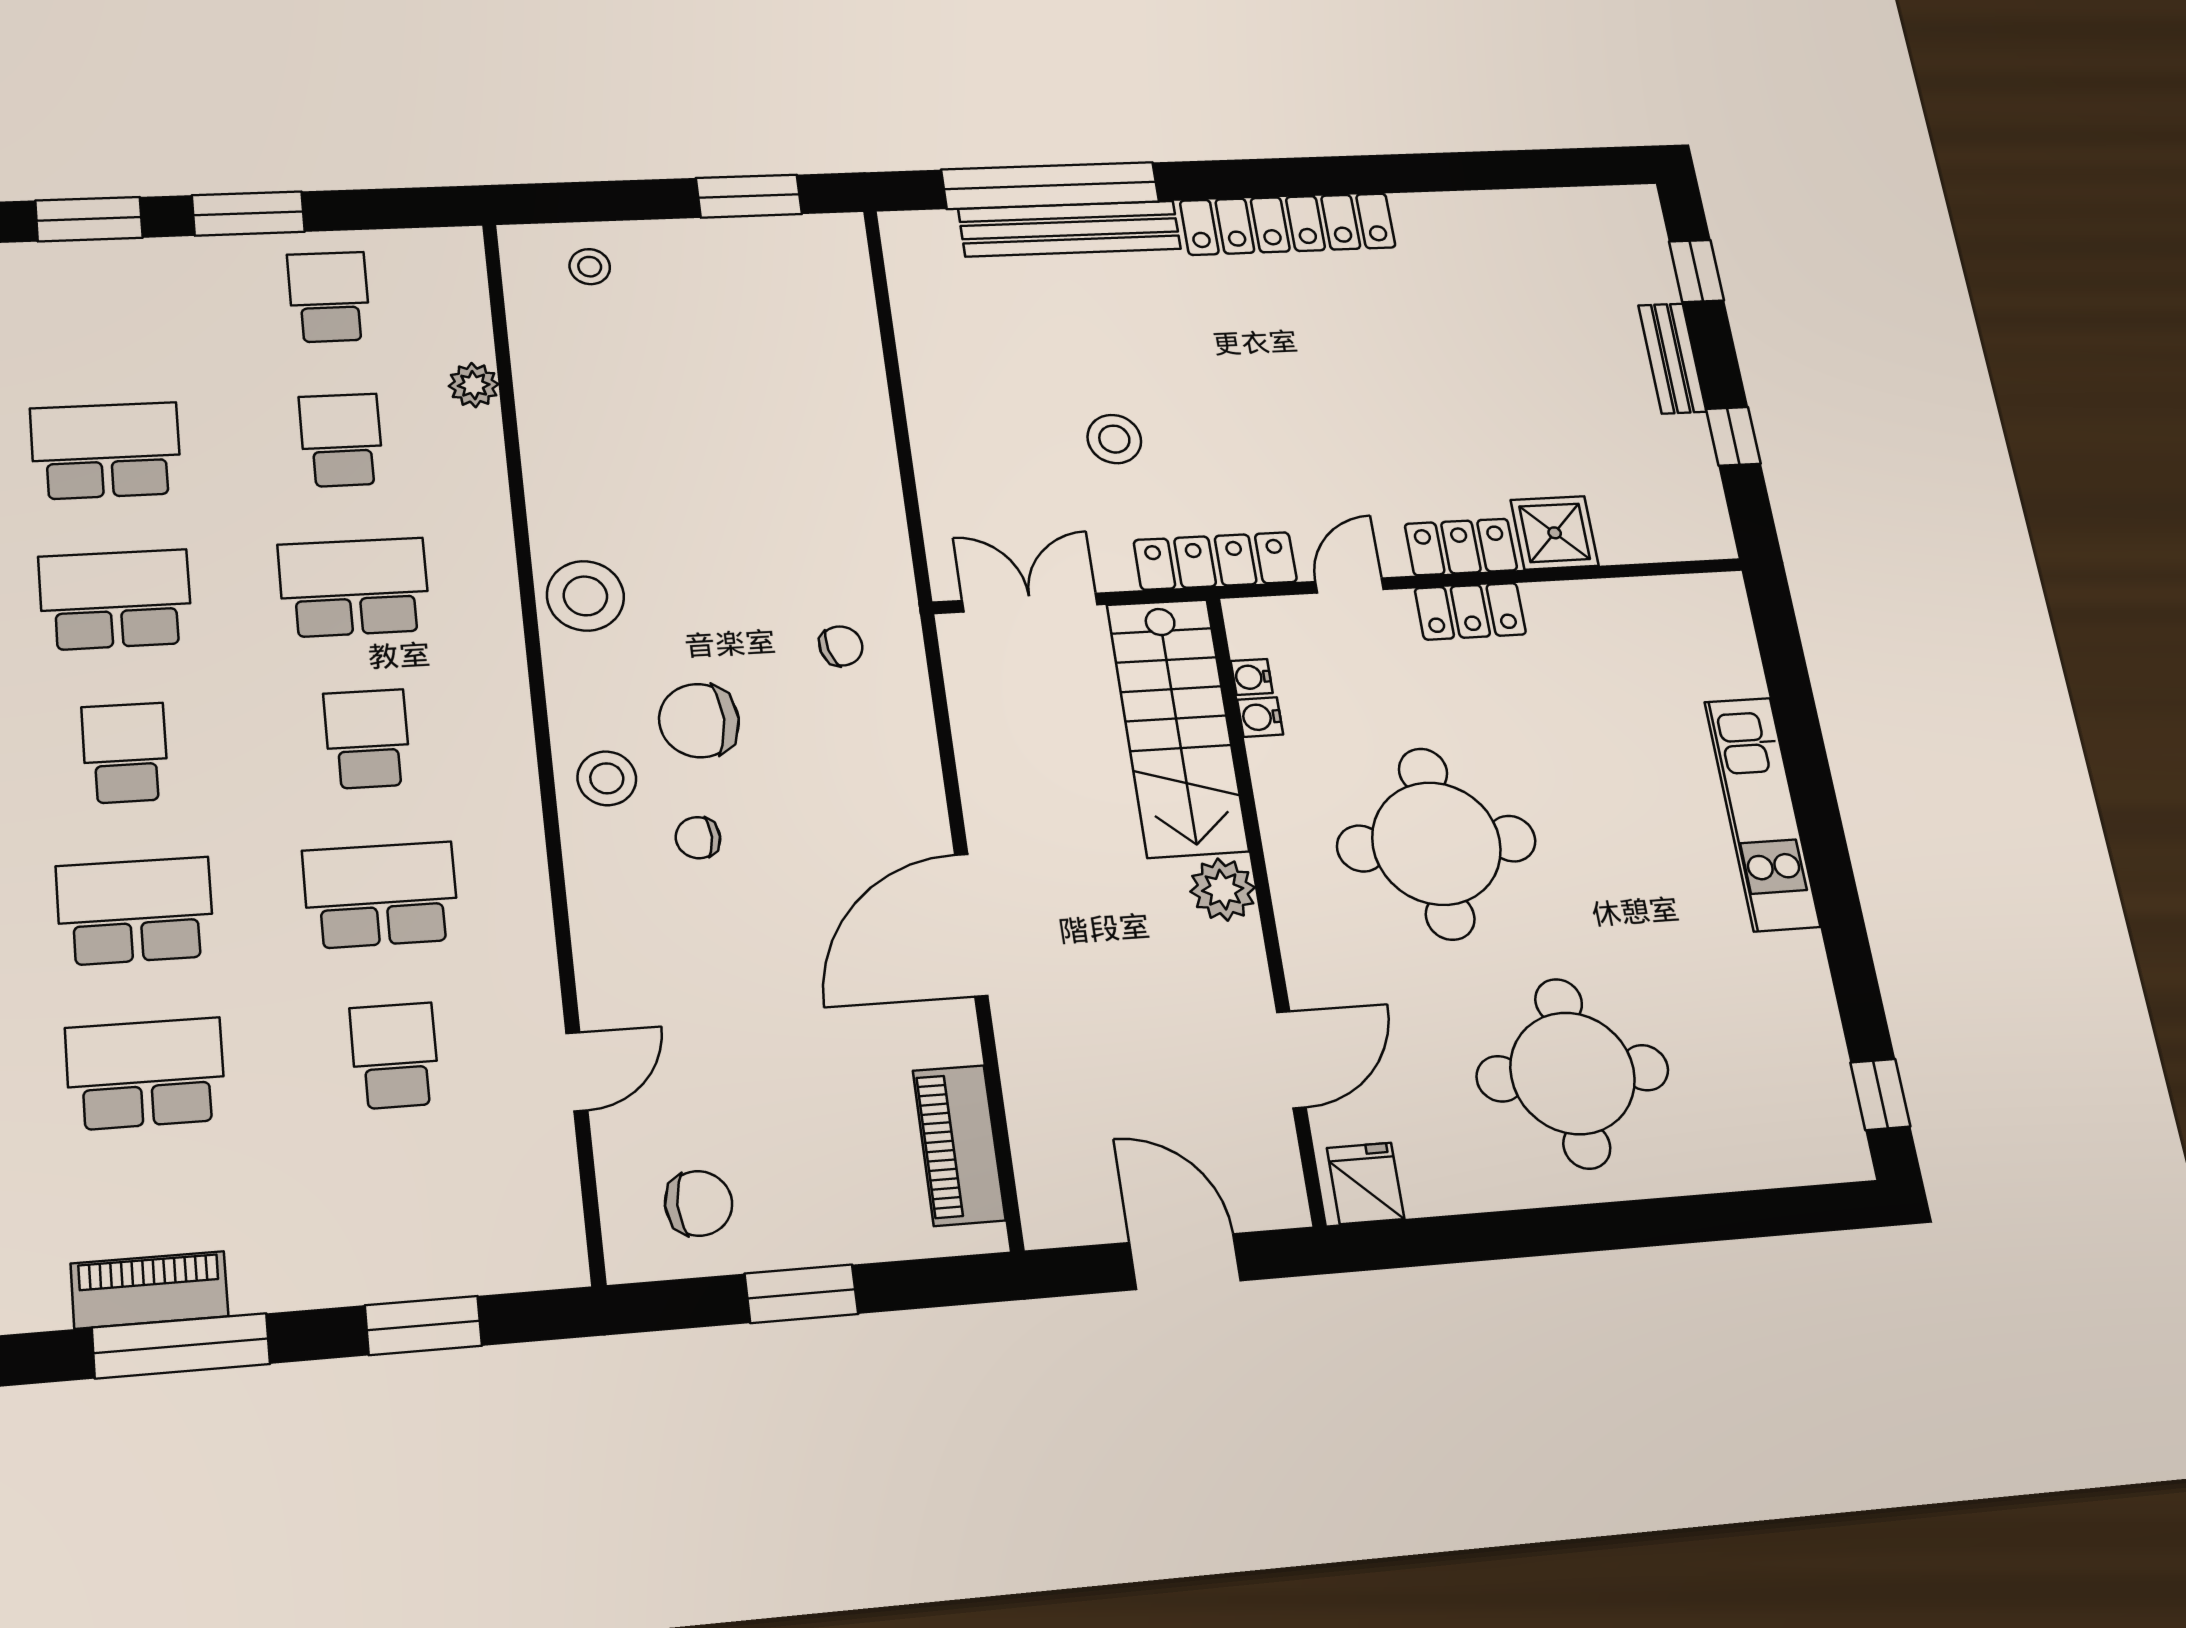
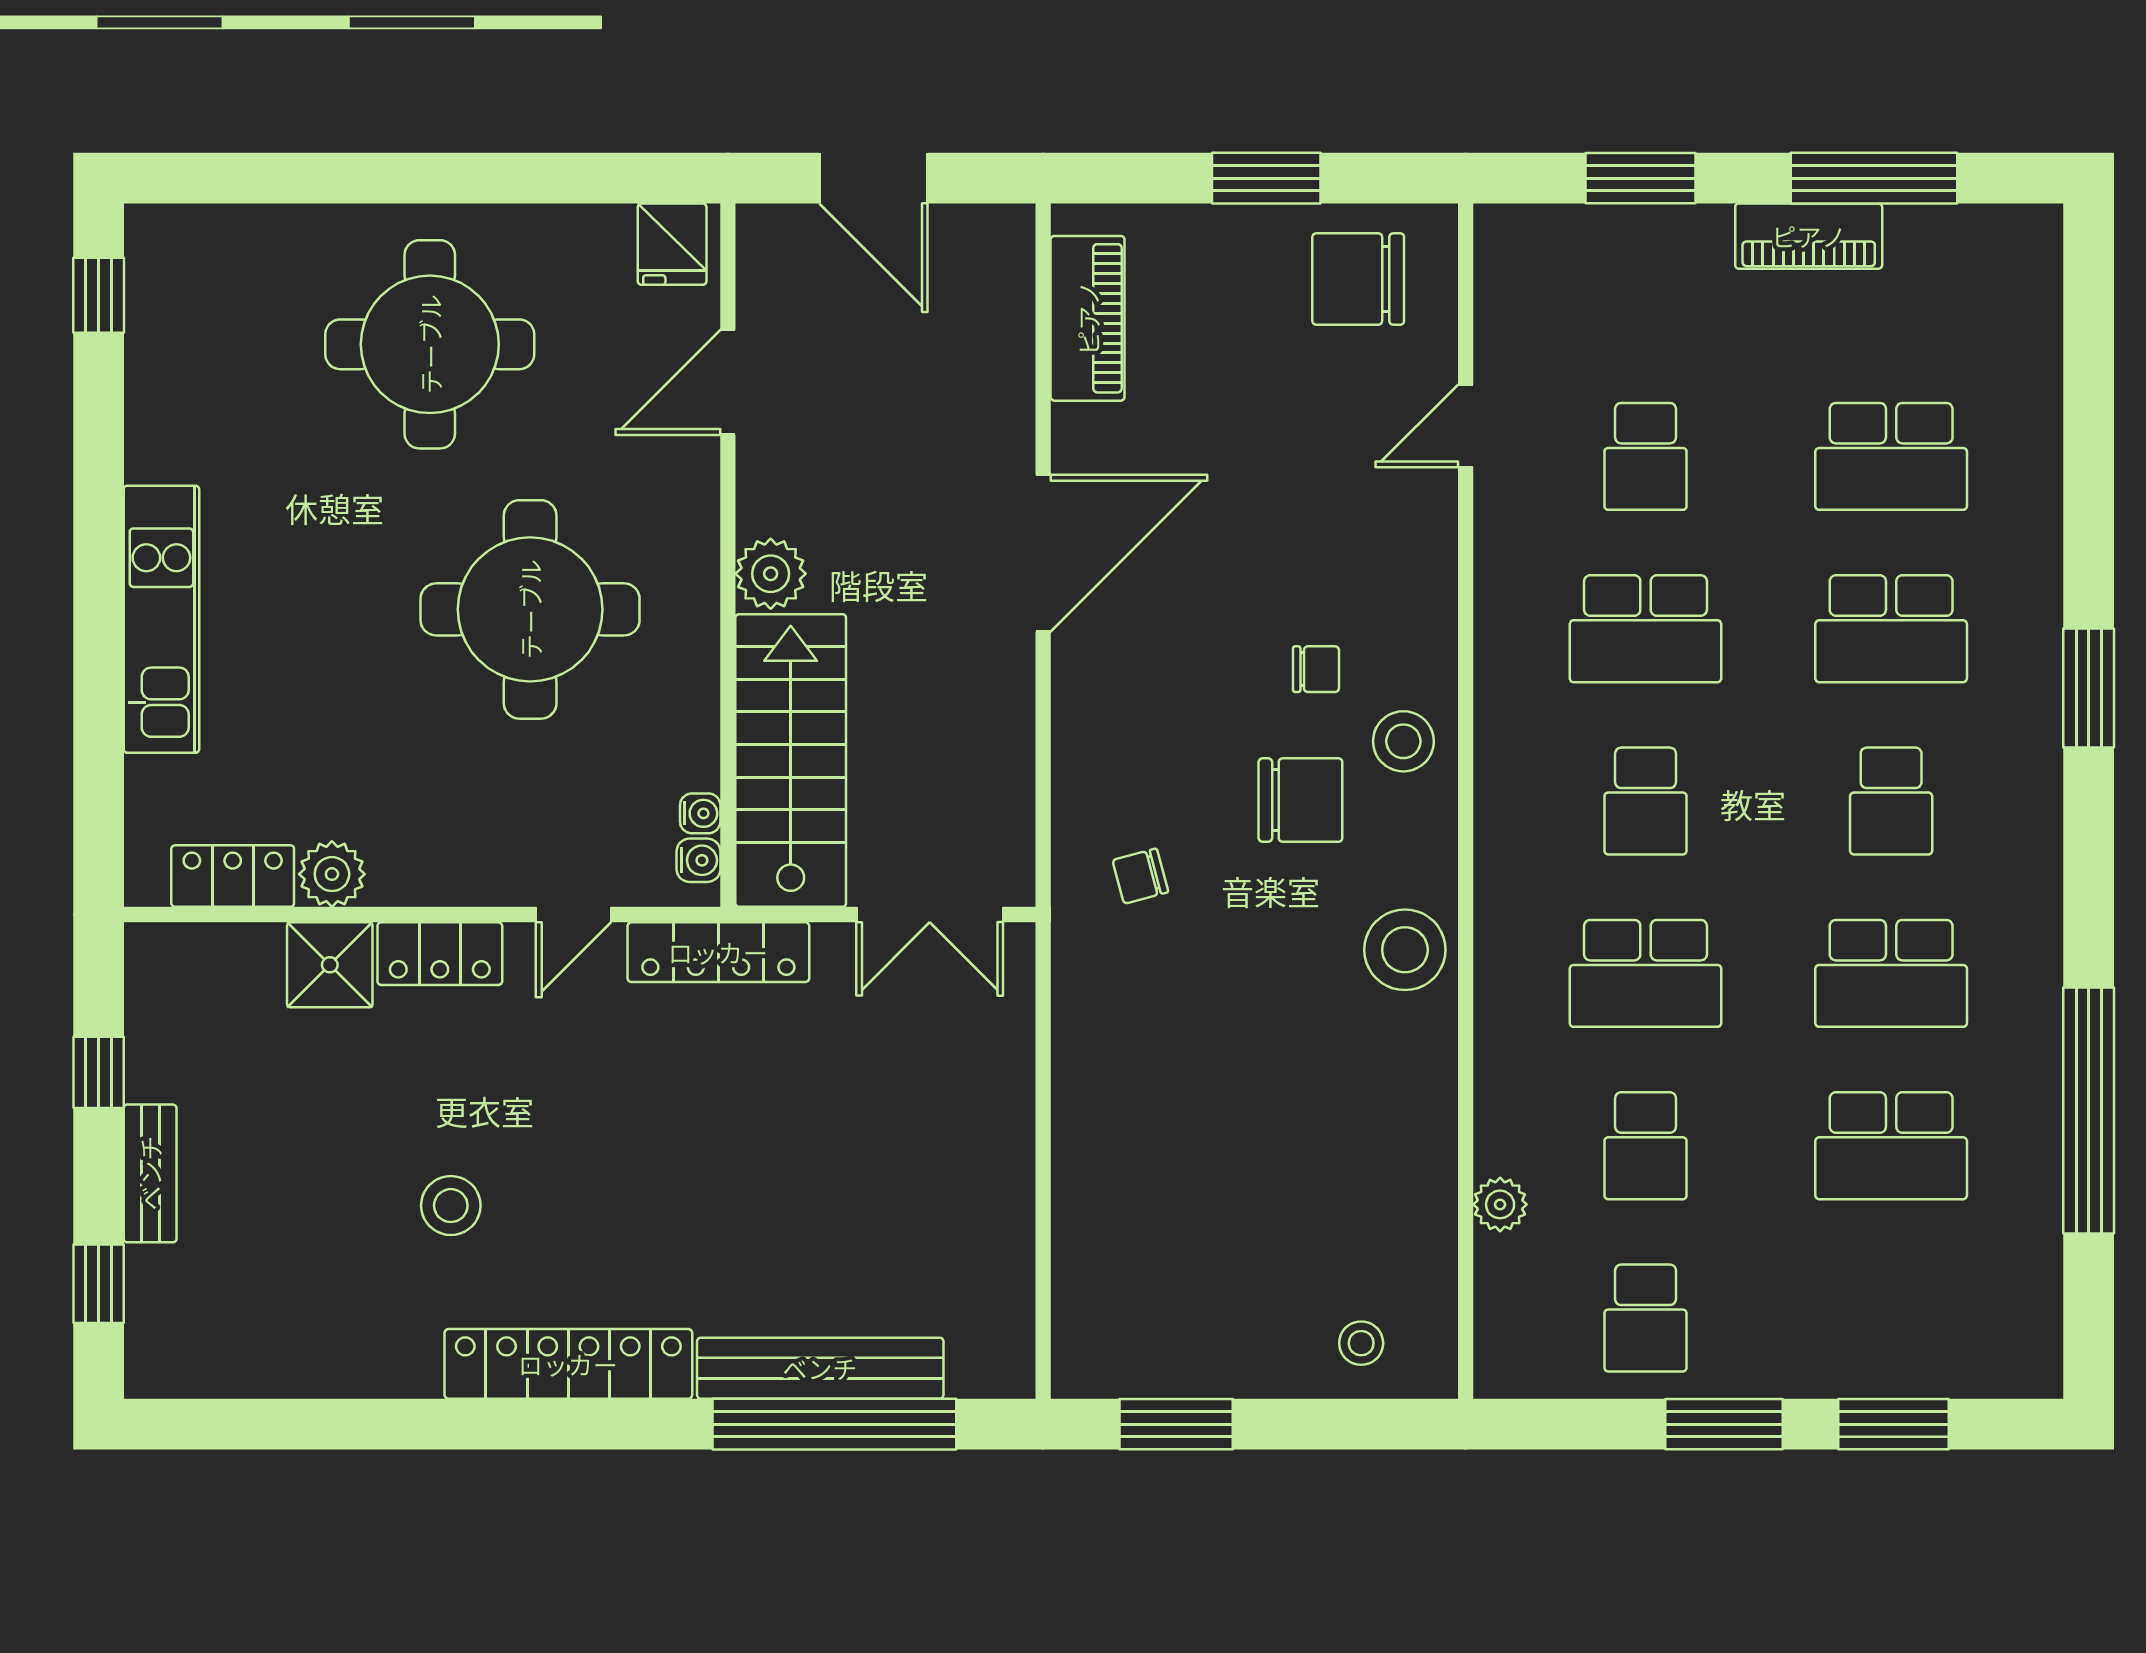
stool: (1114, 439) -> (451, 1206), moved
plant: (1568, 608) -> (332, 874), added
locker: (1470, 611) -> (233, 876), moved
water cooler: (1260, 717) -> (698, 860), moved
chair: (699, 1203) -> (1358, 279), width x1.37, depth x1.37
piano: (149, 1290) -> (1809, 236), moved

